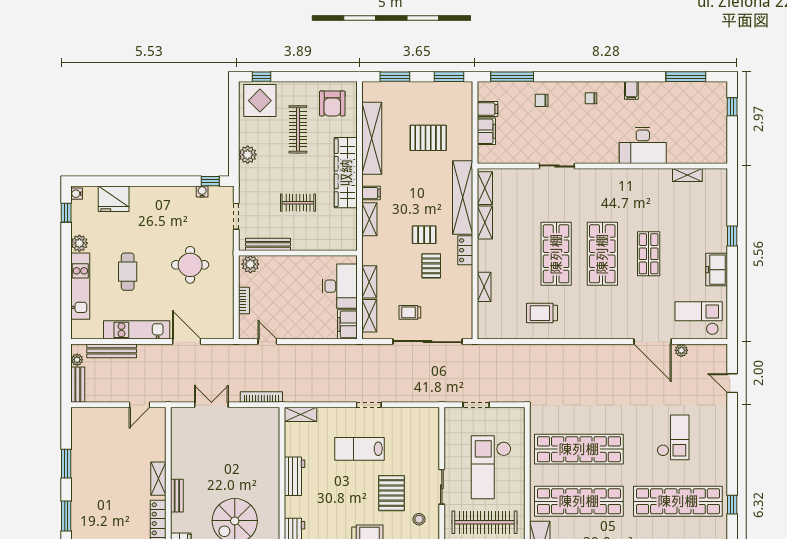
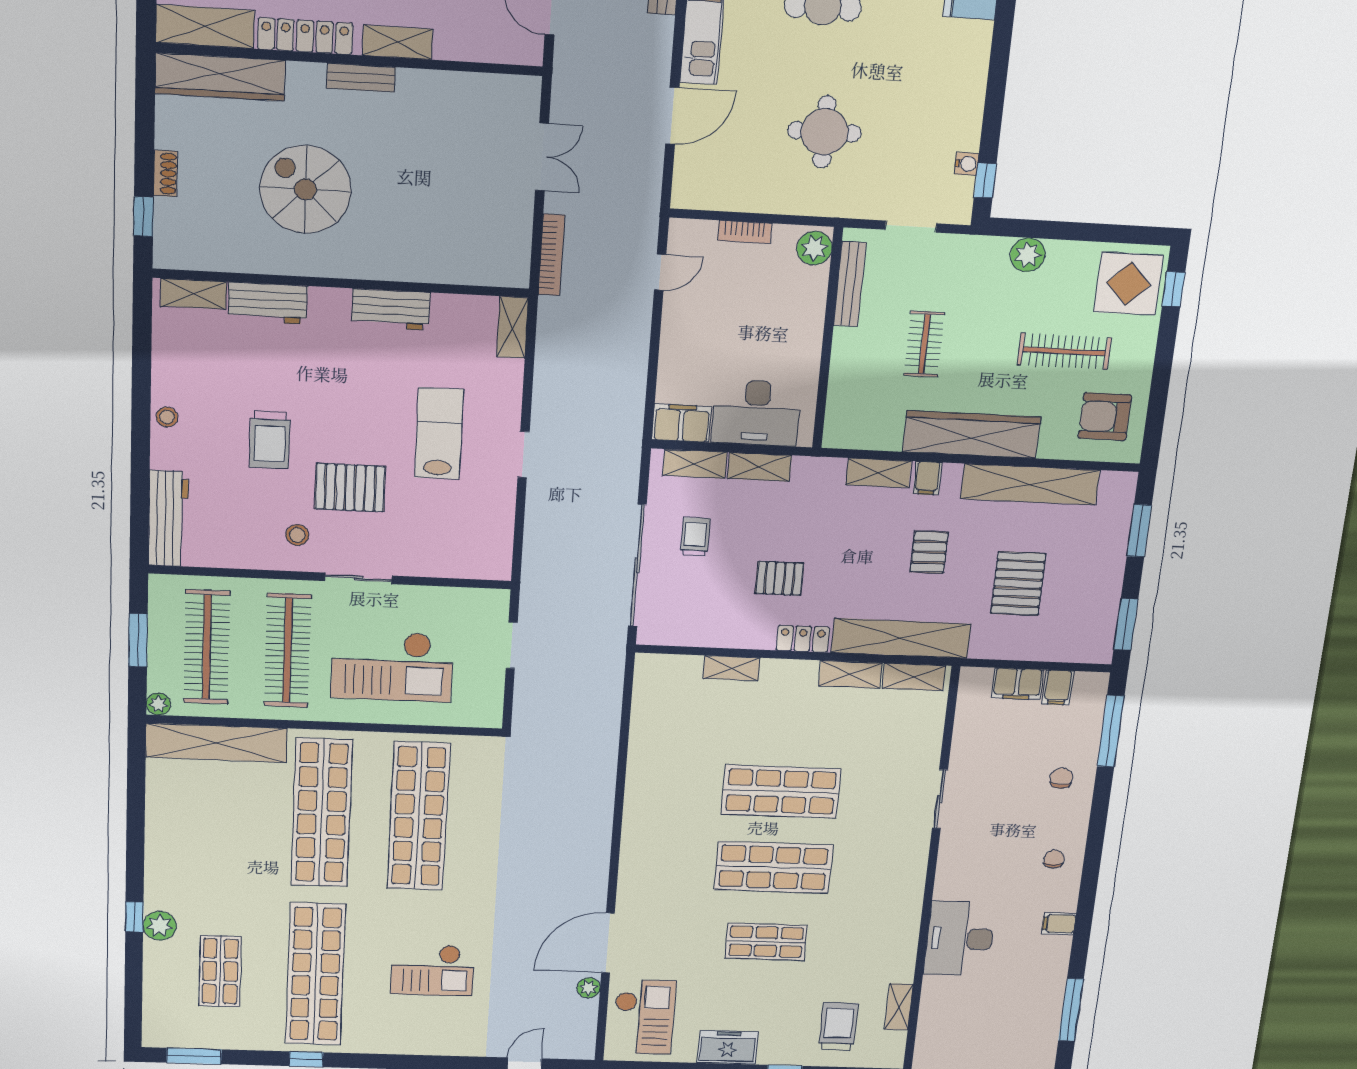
pallet: (424, 235) -> (929, 552), moved
trolley: (542, 313) -> (838, 1026), moved
checkout: (491, 467) -> (392, 666), turned 180

